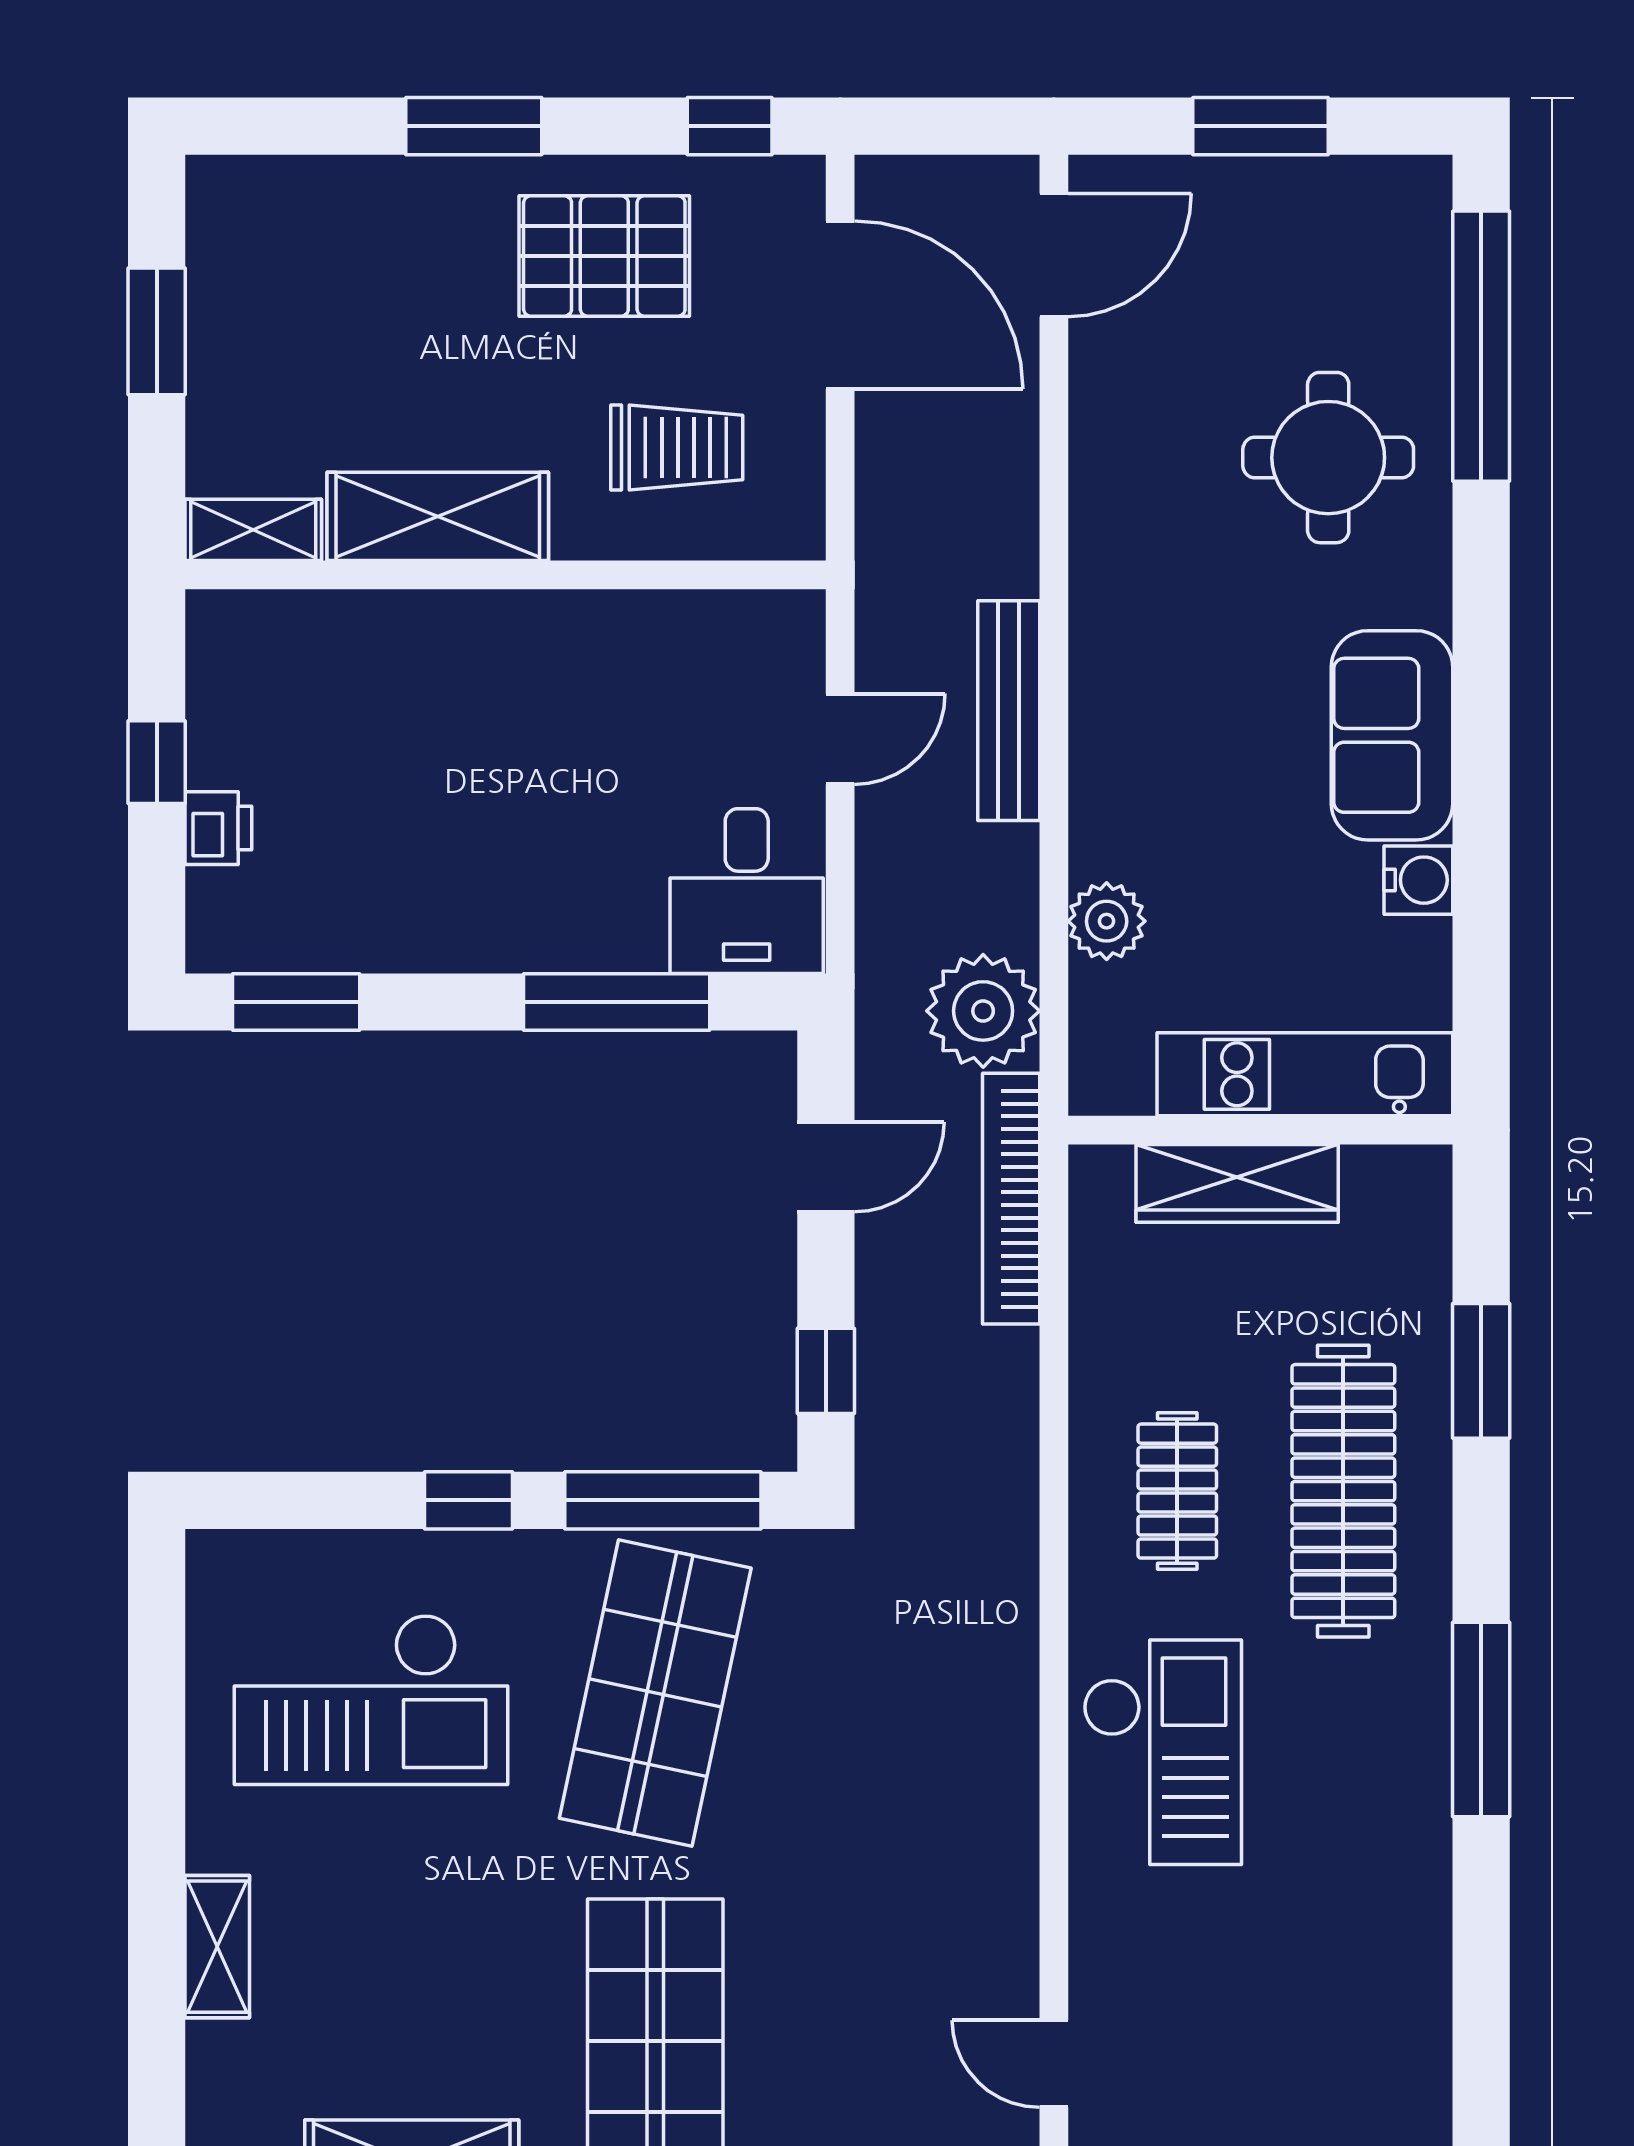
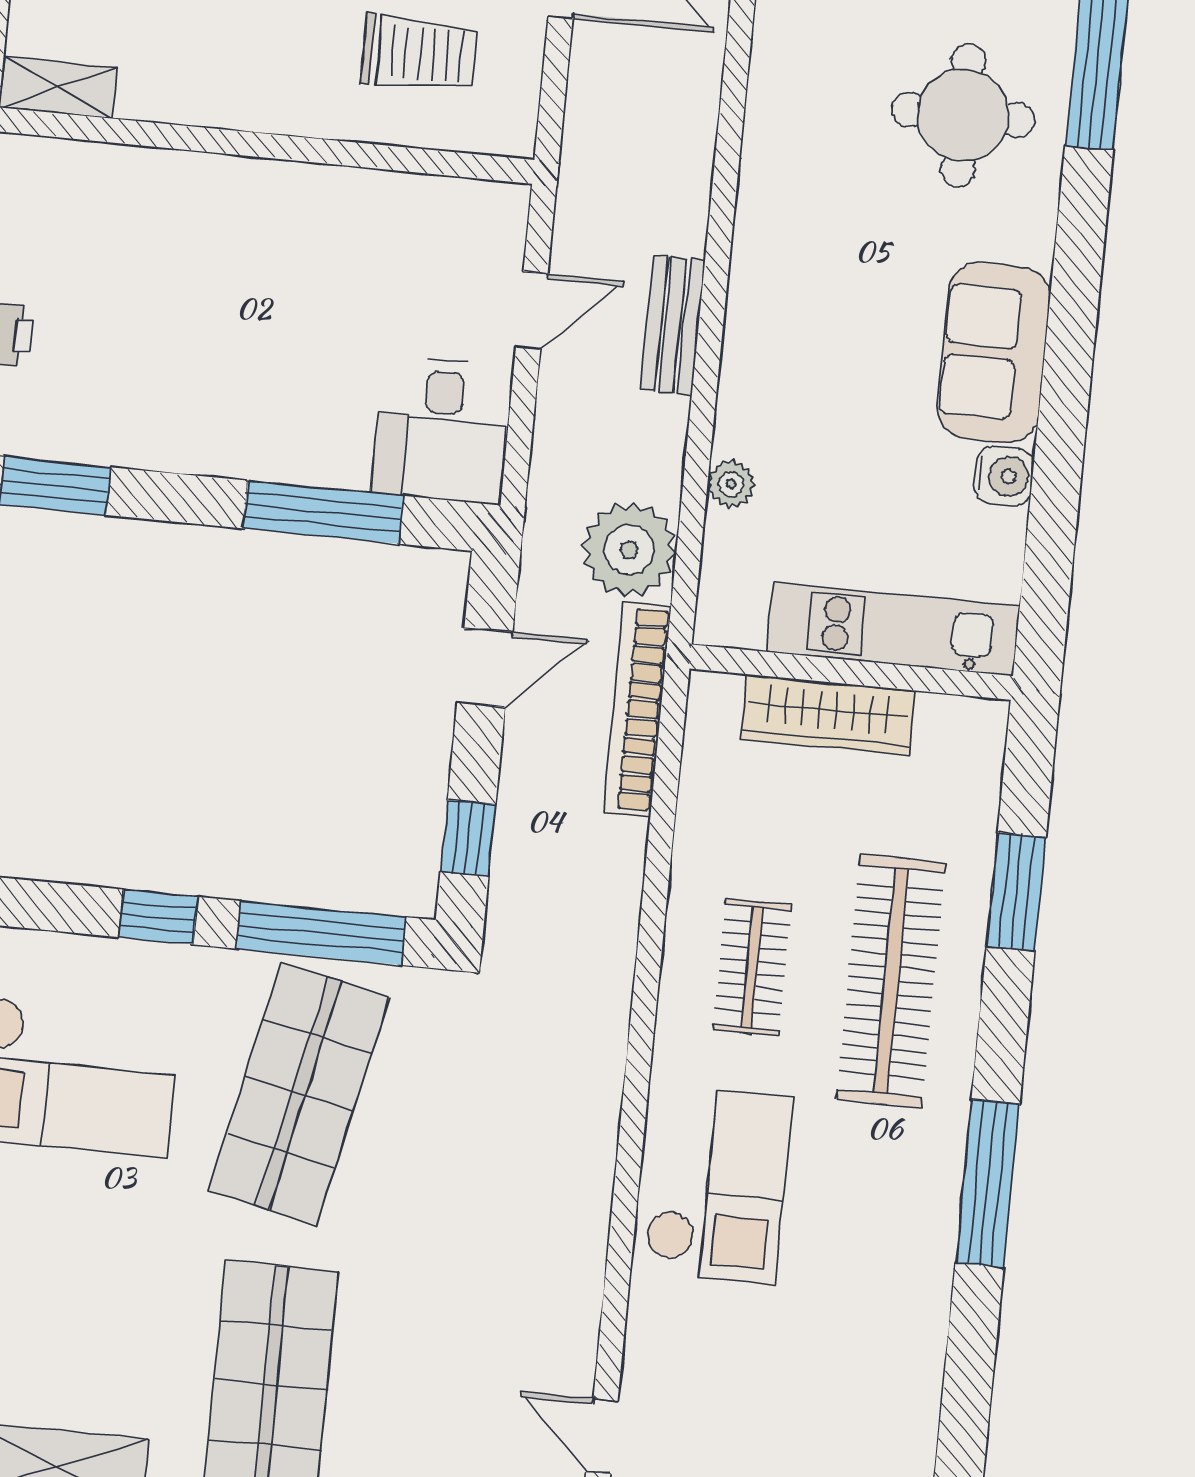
shelving: (438, 516) -> (213, 91), removed
bench: (1009, 711) -> (673, 325), width x0.73
plant: (1107, 921) -> (731, 484), width x0.73, depth x0.73

